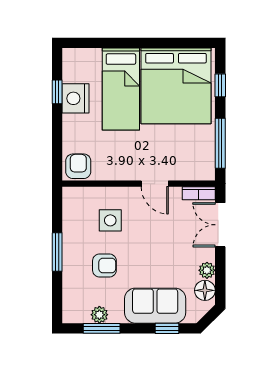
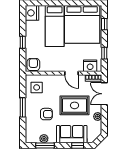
window: (57, 92) -> (23, 42), moved
nightstand: (75, 98) -> (32, 13), moved
window: (220, 143) -> (104, 53), width x0.46
nightstand: (192, 169) -> (90, 66), added
side table: (110, 220) -> (37, 87), moved
rug: (161, 248) -> (75, 105), added
floor lamp: (205, 290) -> (97, 127), removed

